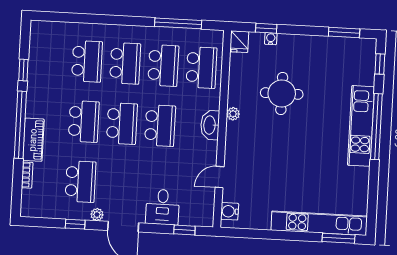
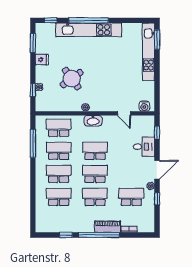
fridge: (239, 42) -> (42, 60), moved
round table: (282, 93) -> (72, 79), turned -36
kitchen unit: (361, 126) -> (89, 30), width x1.36

